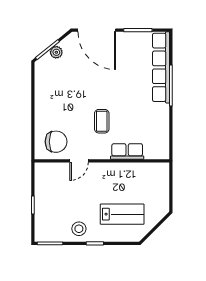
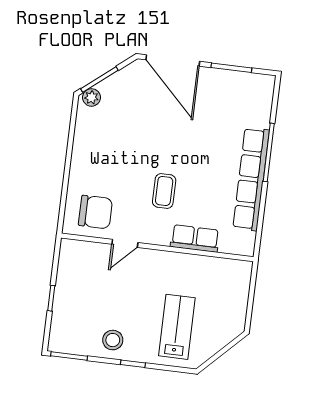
plant: (56, 52) -> (91, 97), moved
row of seats: (161, 67) -> (251, 179), moved
lab bench: (122, 214) -> (177, 327), turned -90

